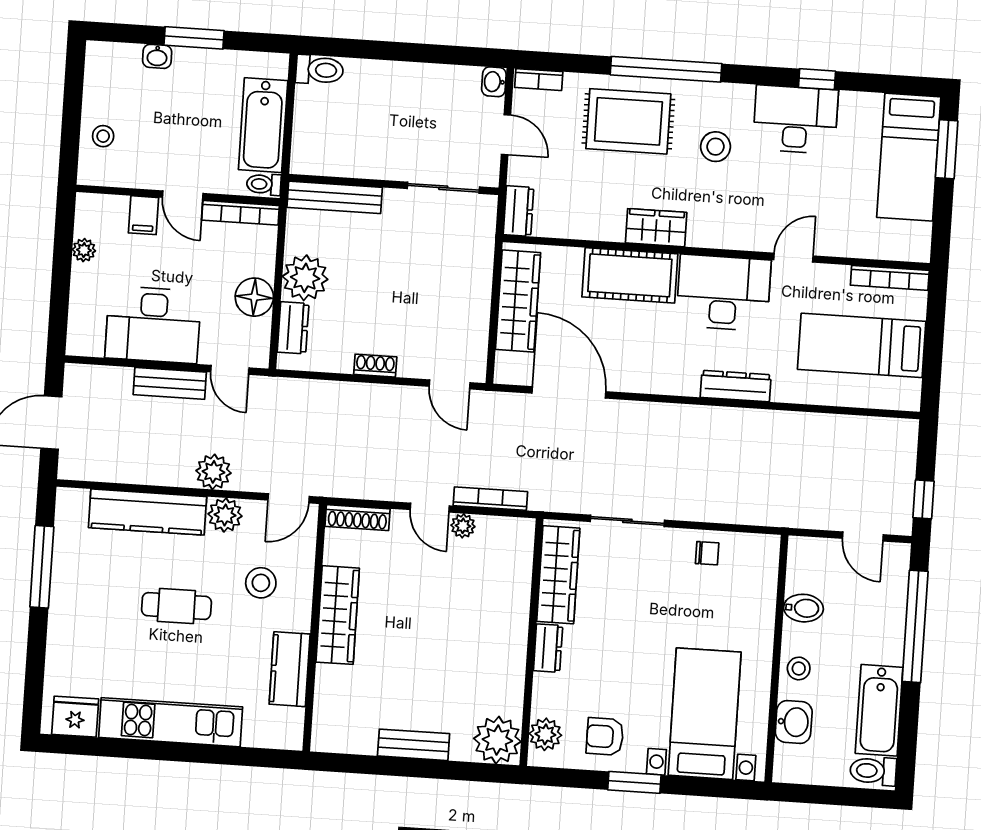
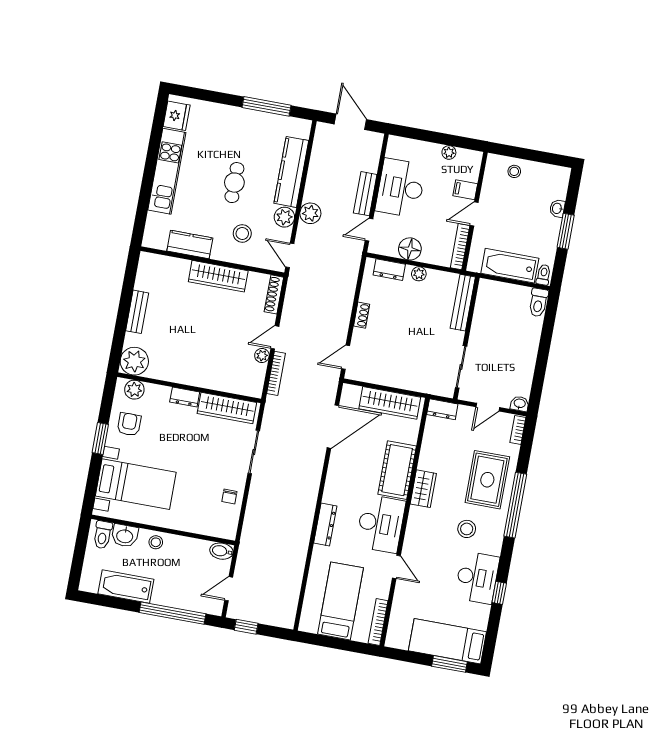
toilet: (264, 184) -> (544, 275), moved
plant: (305, 278) -> (419, 274), width x0.53, depth x0.53
bidet: (803, 608) -> (221, 551), moved, turned 90
toilet: (873, 771) -> (103, 535), moved, turned 180

